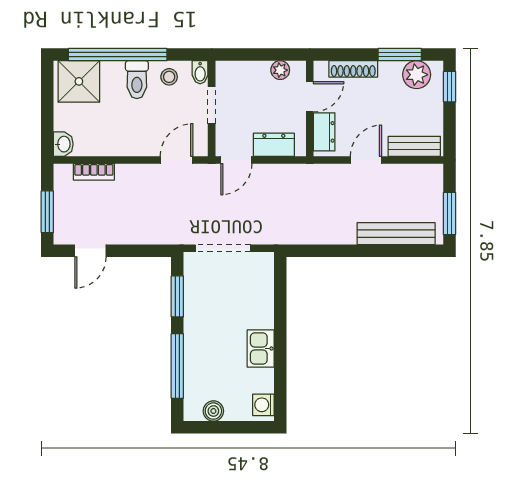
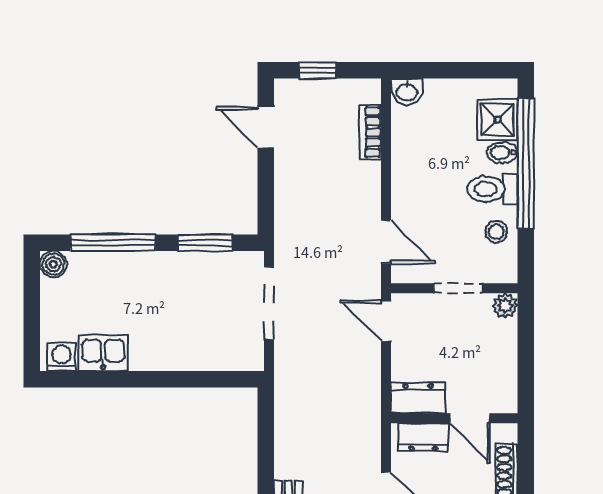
plant: (280, 70) -> (505, 305), moved
bidet: (200, 72) -> (502, 153), moved
shower: (79, 81) -> (497, 120), width x0.73, depth x0.73
dresser: (274, 145) -> (418, 398), moved, turned -90
window: (47, 212) -> (318, 70), width x0.67
kitchen sink: (261, 349) -> (103, 353), moved
boiler: (213, 411) -> (53, 264), moved

